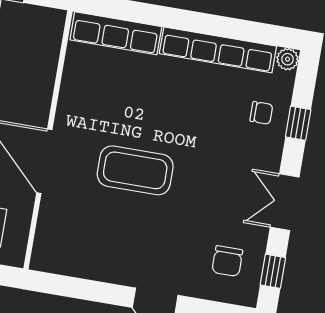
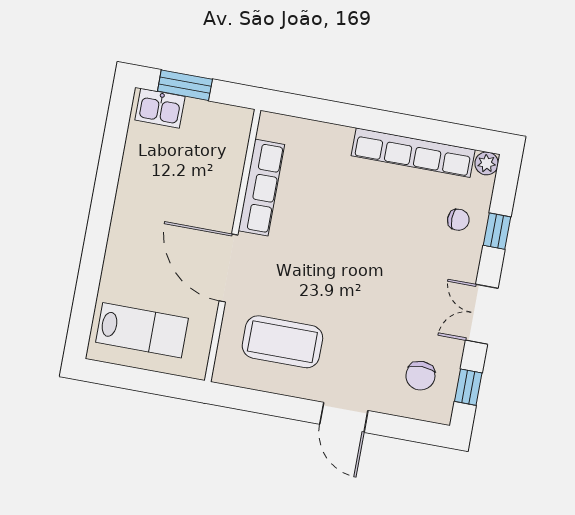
row of seats: (116, 33) -> (261, 188), moved, turned -90
coffee table: (135, 170) -> (282, 342), moved

